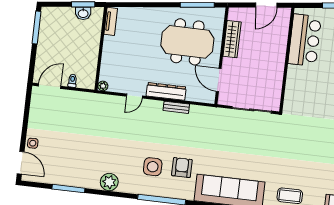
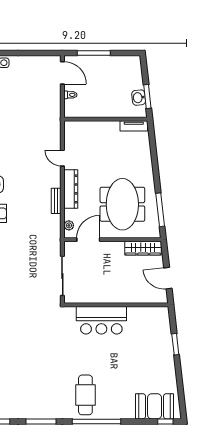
window: (37, 28) -> (94, 53), moved
wardrobe: (232, 39) -> (143, 248), moved
bar counter: (305, 40) -> (101, 320), moved
plant: (103, 86) -> (69, 225), moved

